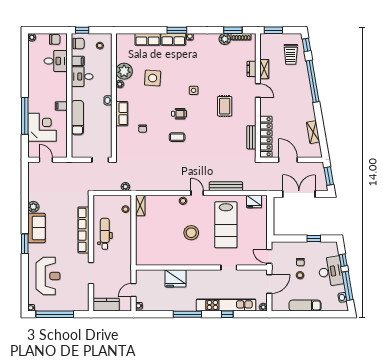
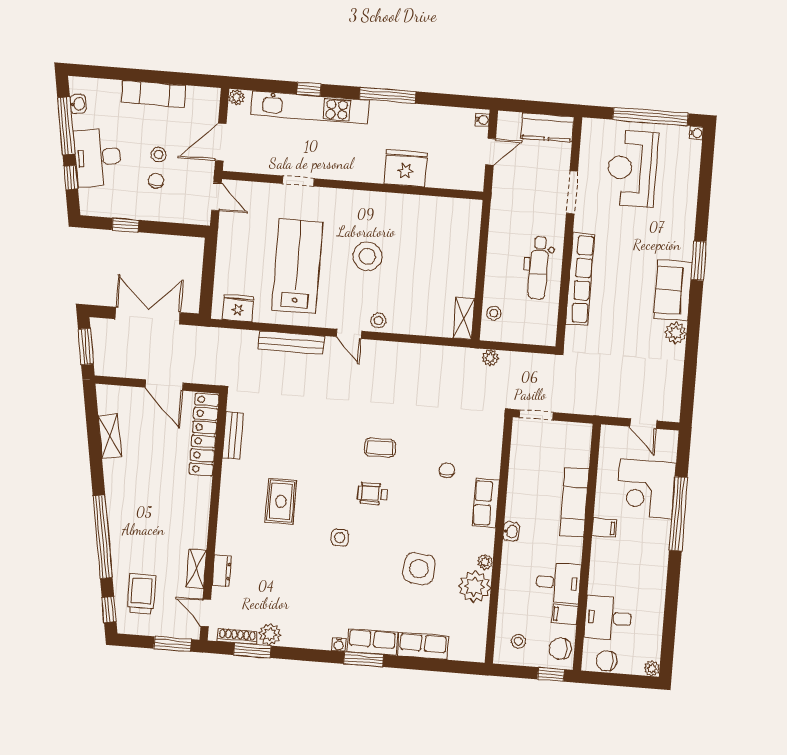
door: (258, 91) -> (206, 613), moved
double door: (299, 194) -> (148, 316), swing flipped
reception desk: (48, 276) -> (632, 168), moved

